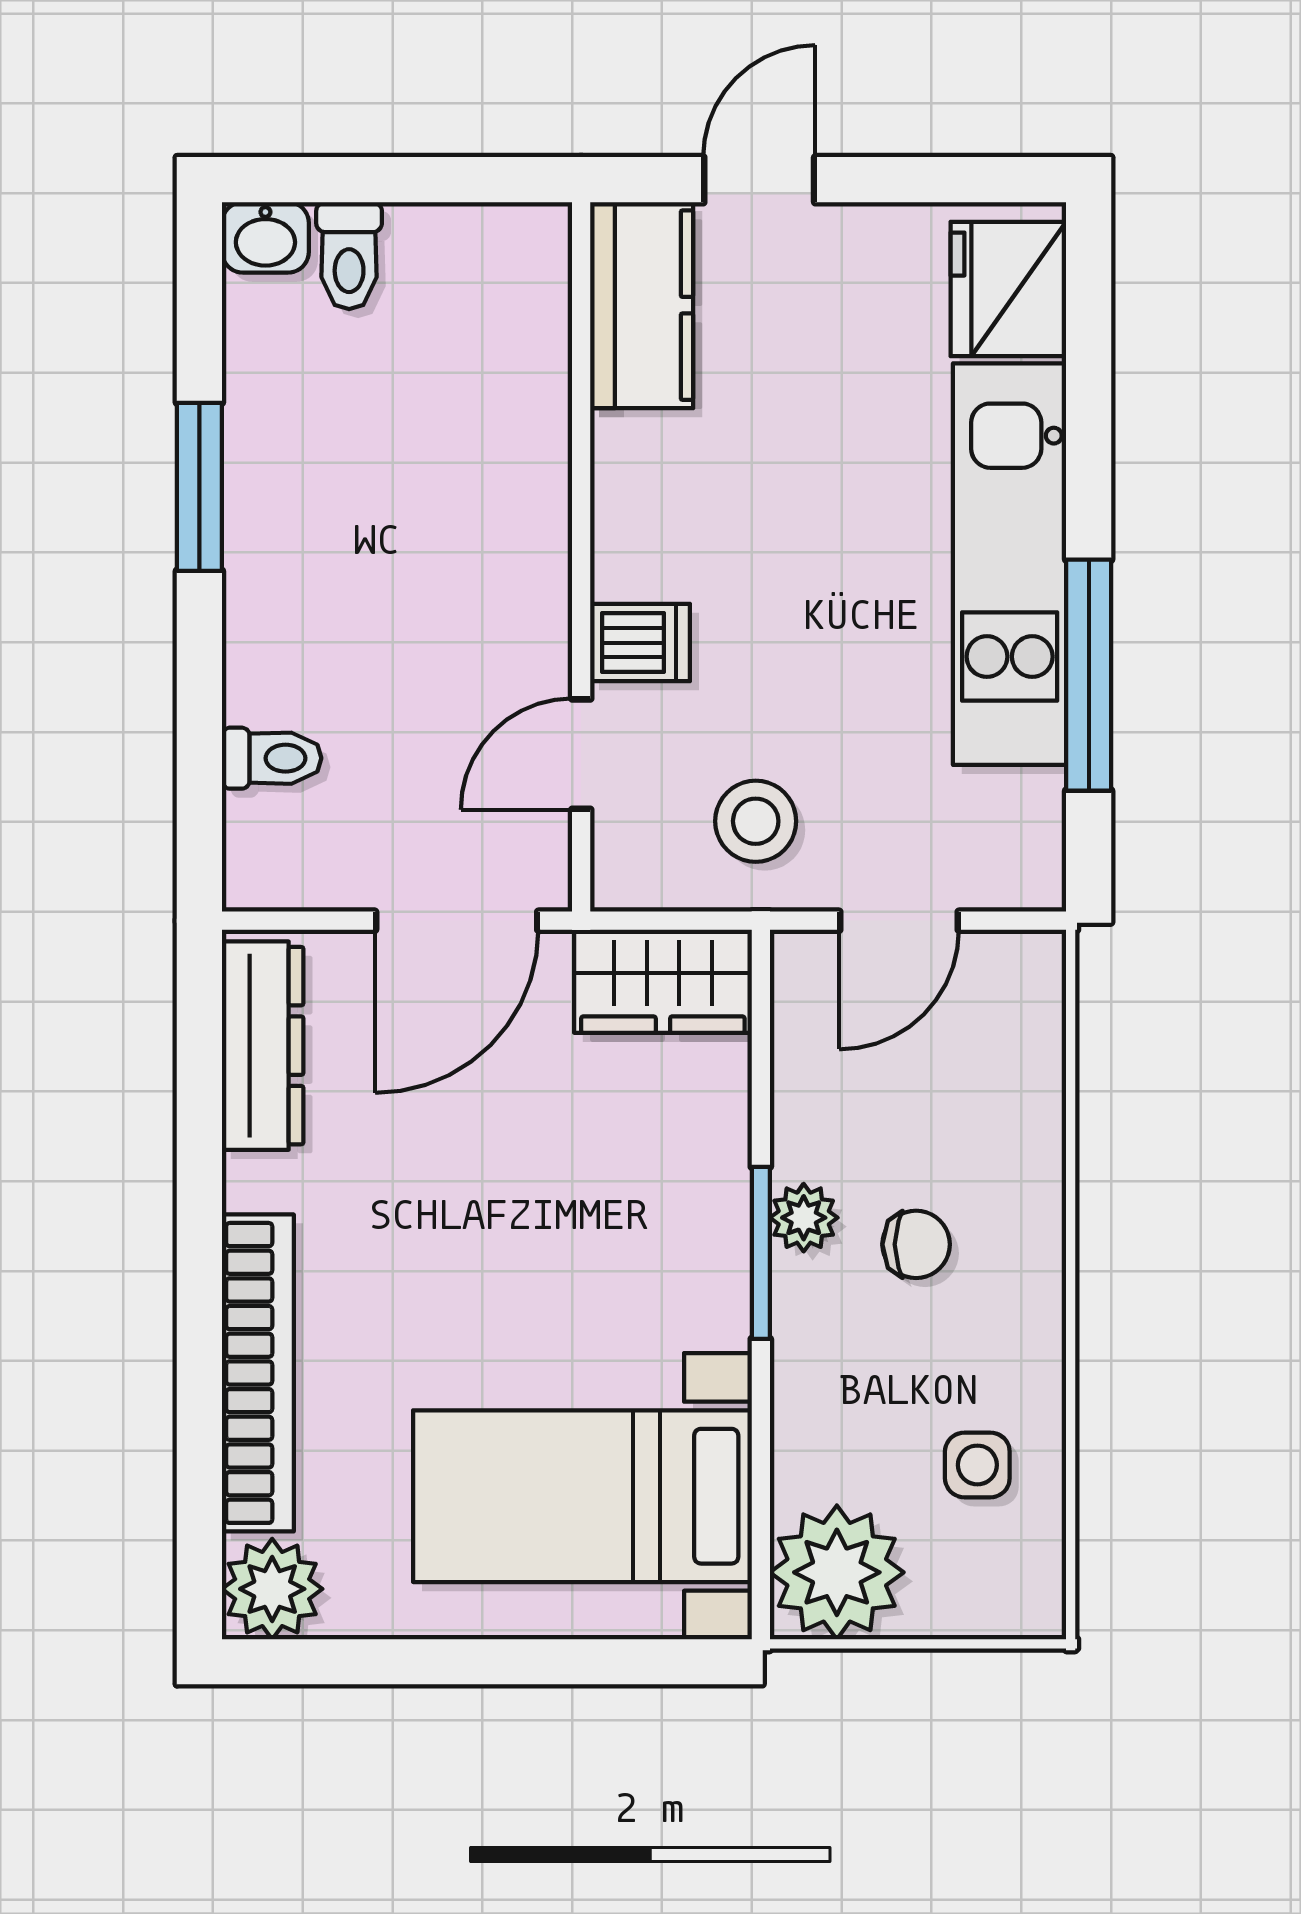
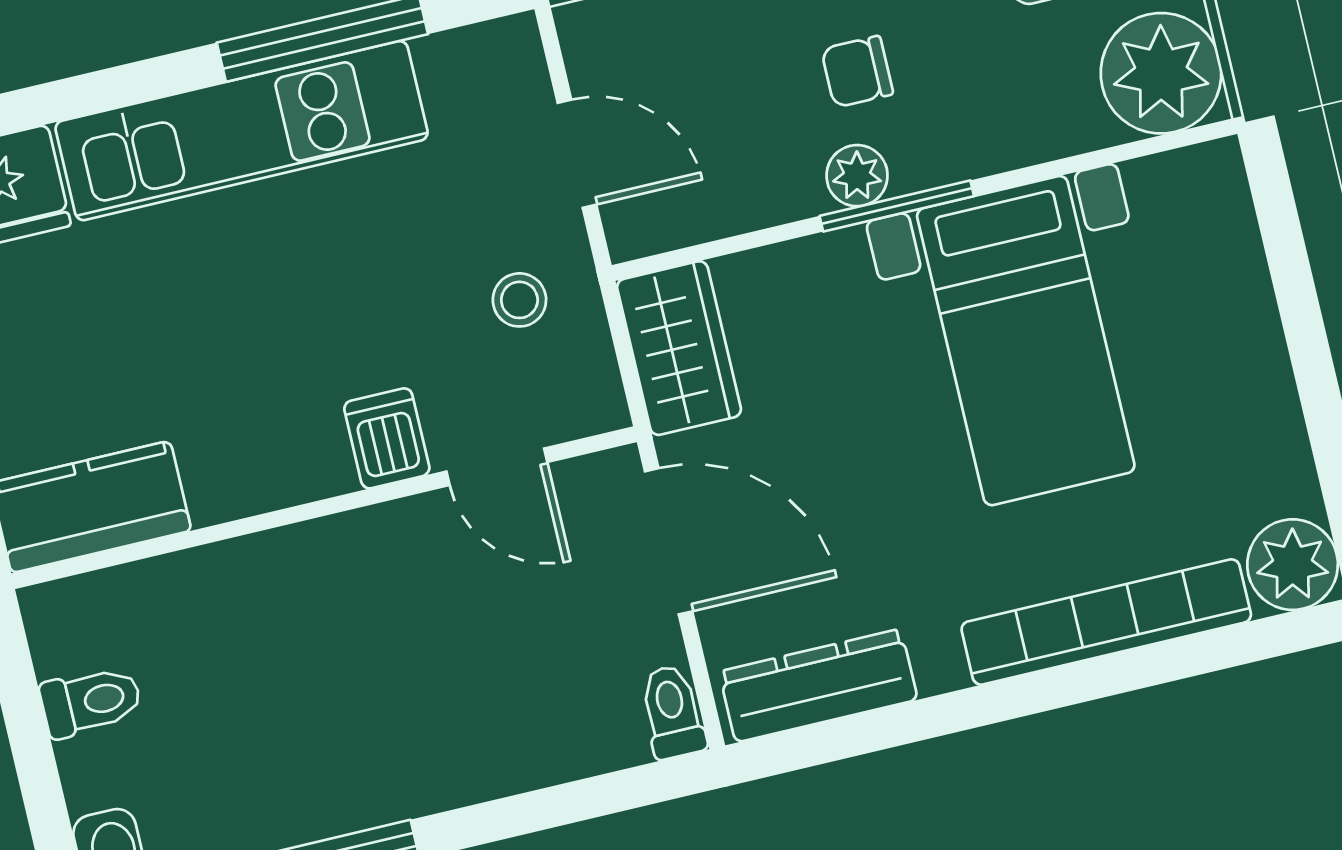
toilet: (349, 256) -> (91, 701), moved
toilet: (272, 758) -> (672, 712), moved
stool: (756, 821) -> (519, 300), width x0.73, depth x0.73
chair: (916, 1244) -> (857, 72), turned -90
bed with nightstands: (582, 1496) -> (1026, 341), moved

